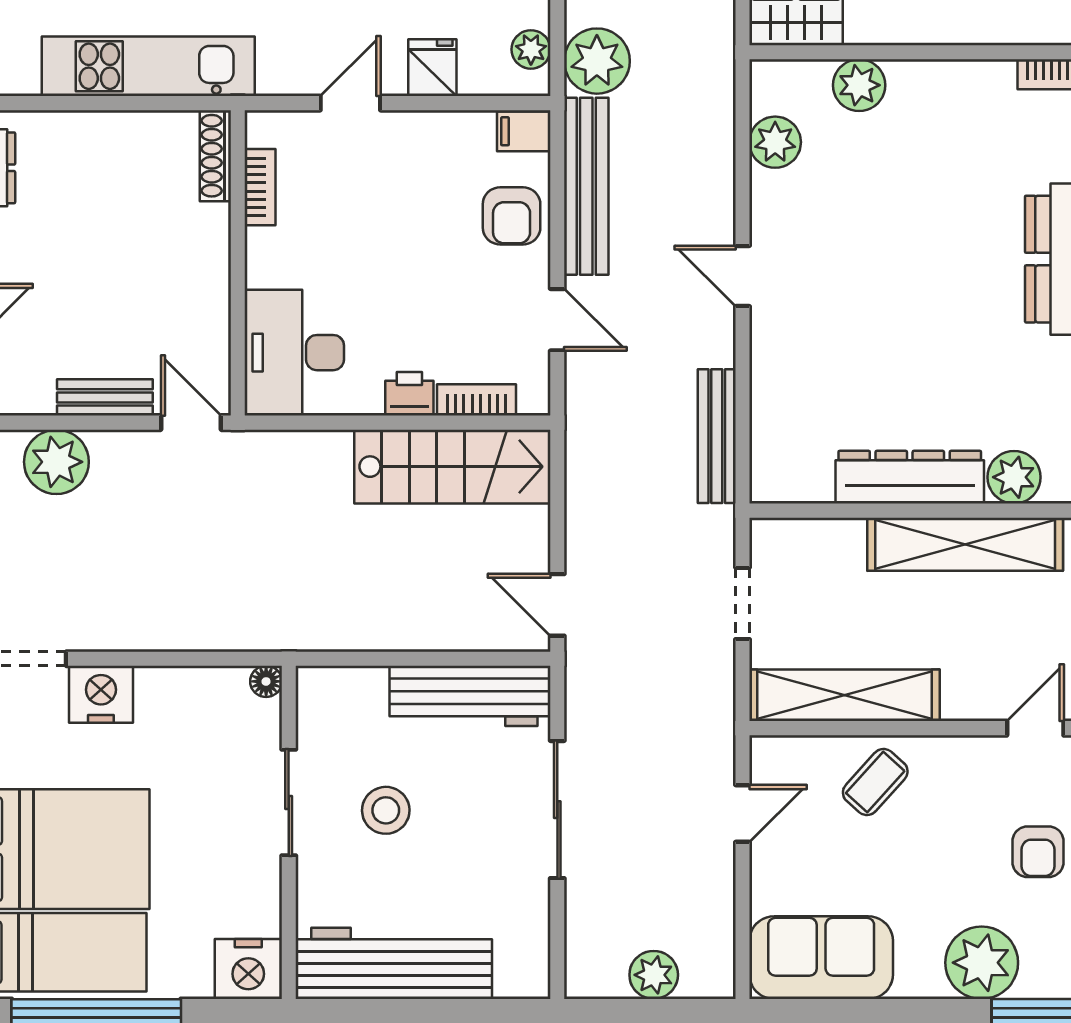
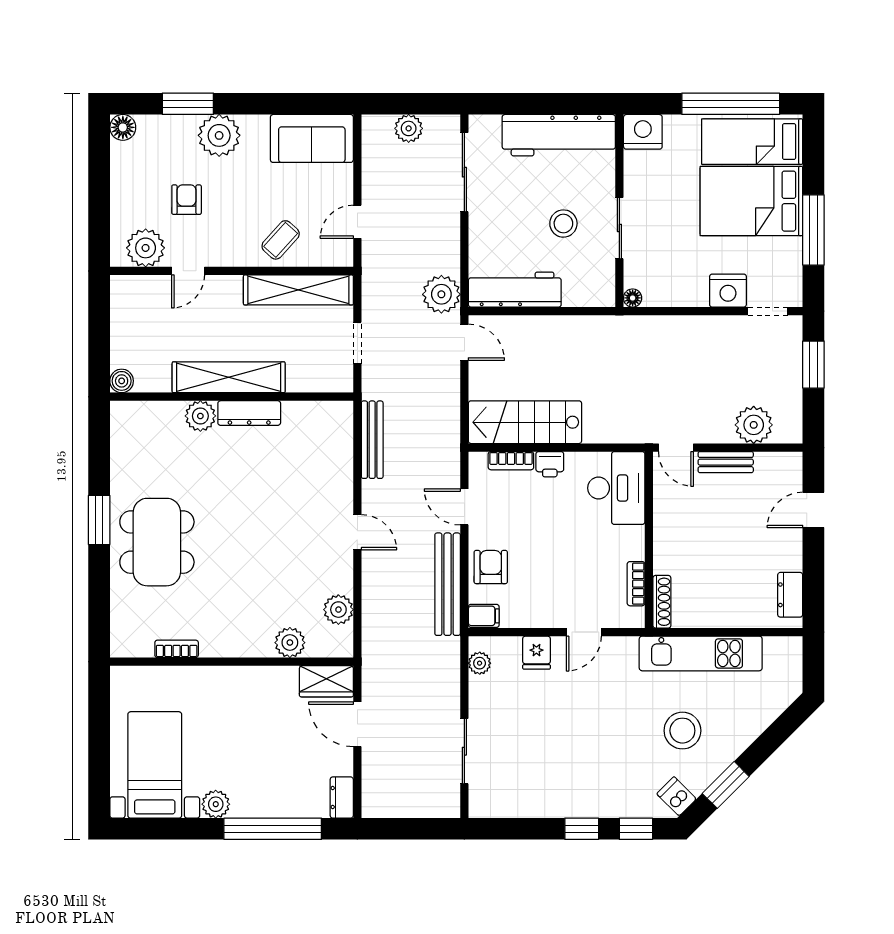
plant: (597, 61) -> (441, 294), moved
dresser: (910, 477) -> (249, 413), width x0.73, depth x0.80
sliding door: (557, 810) -> (464, 172), moved

